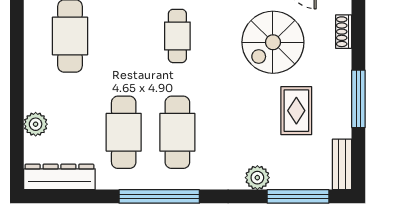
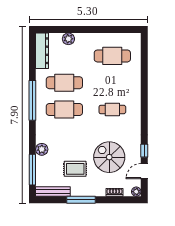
bench: (342, 164) -> (53, 192), width x1.36

